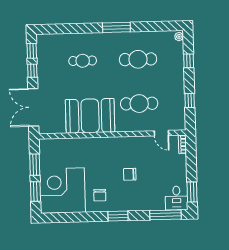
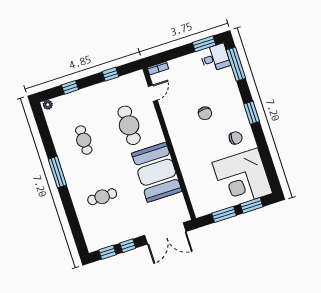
cafe table: (138, 59) -> (84, 140), width x0.73, depth x0.74
cafe table: (83, 61) -> (102, 197), turned 90

